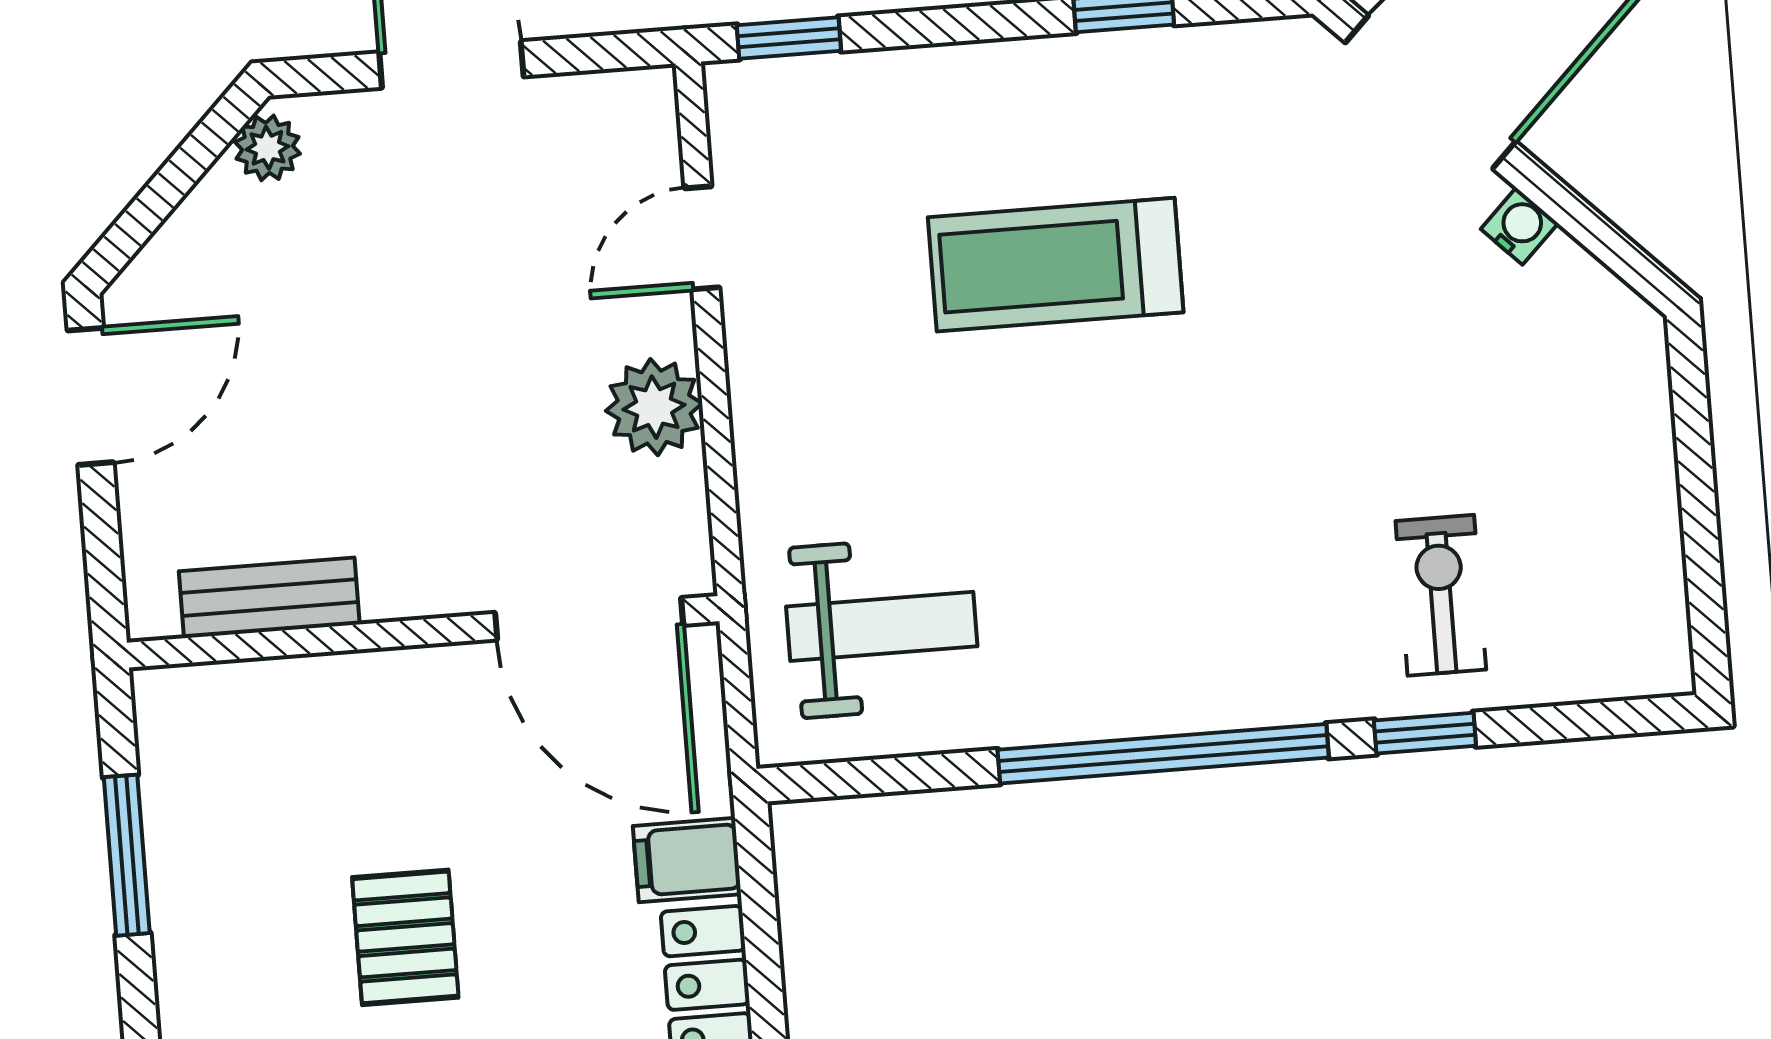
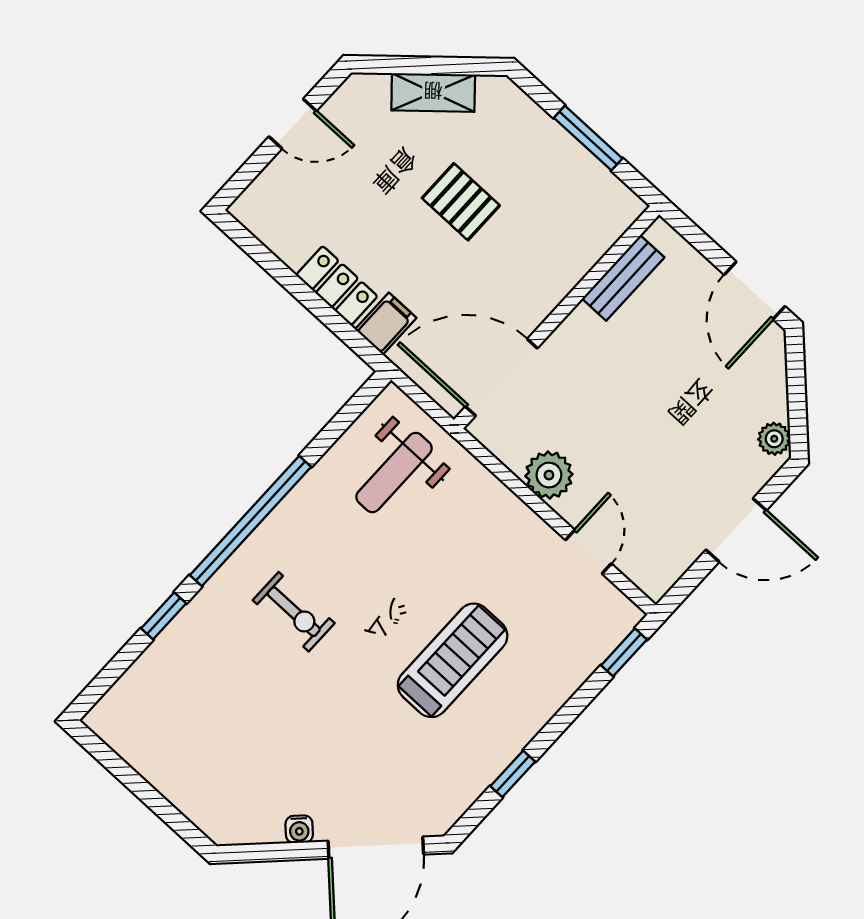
exercise bike: (1441, 595) -> (294, 612), moved

